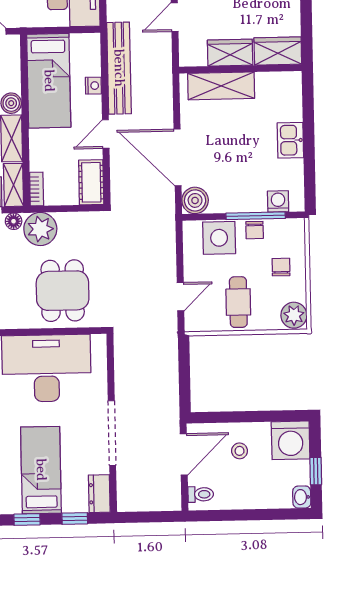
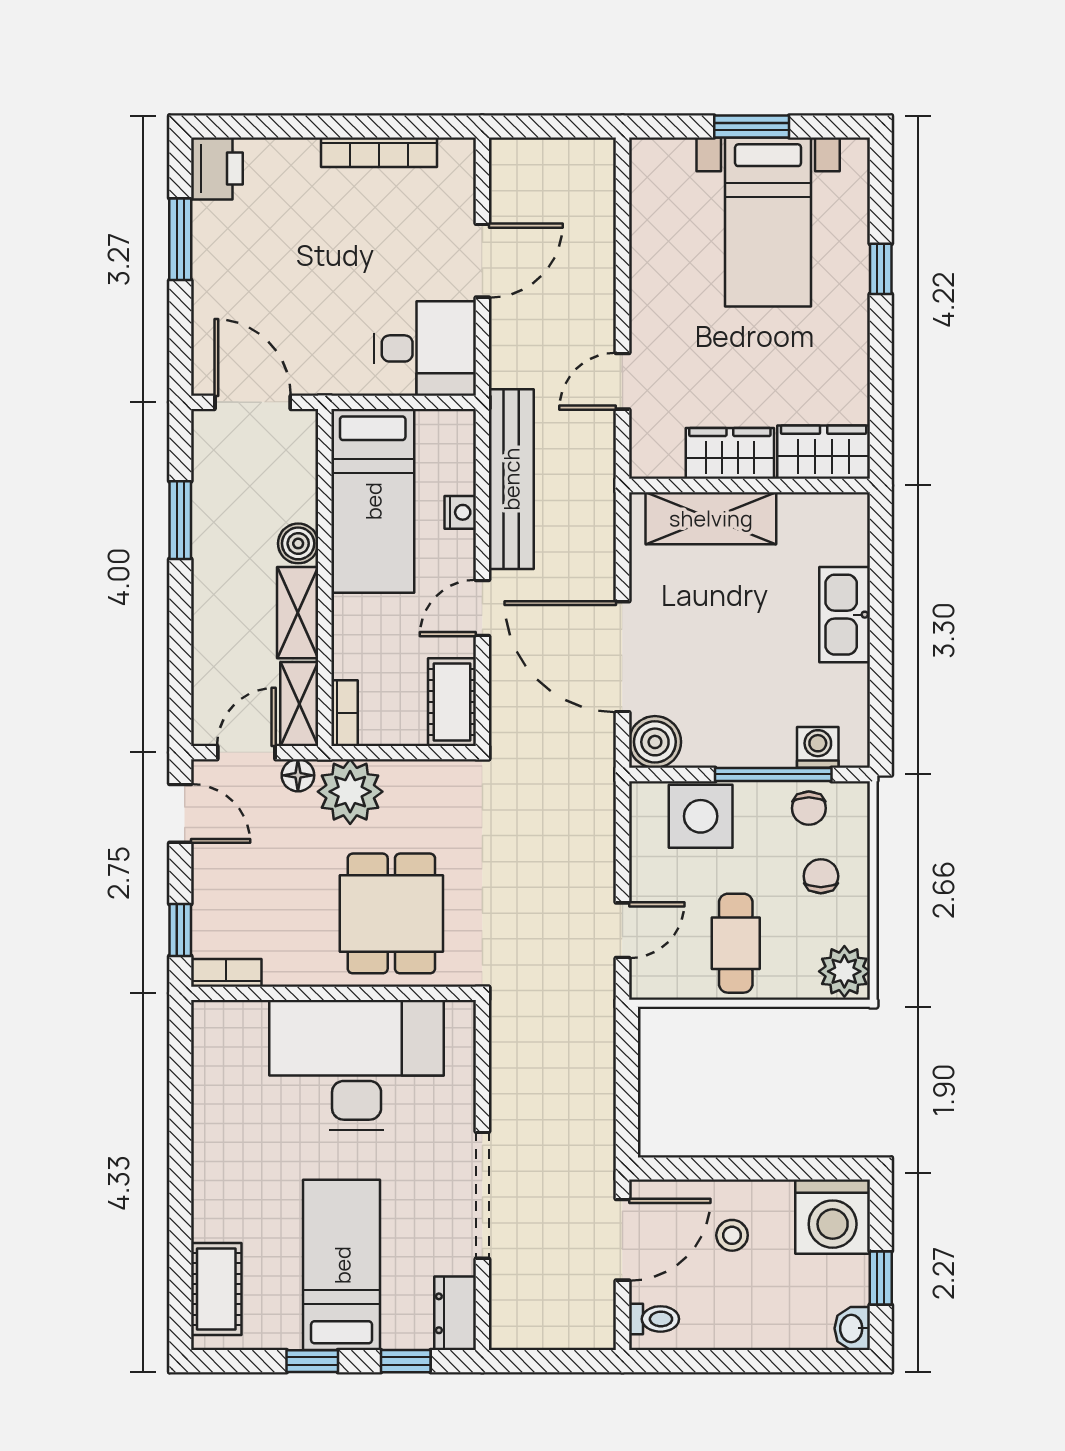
kitchen sink: (290, 140) -> (845, 615), width x1.38
chair: (255, 230) -> (809, 808), moved

